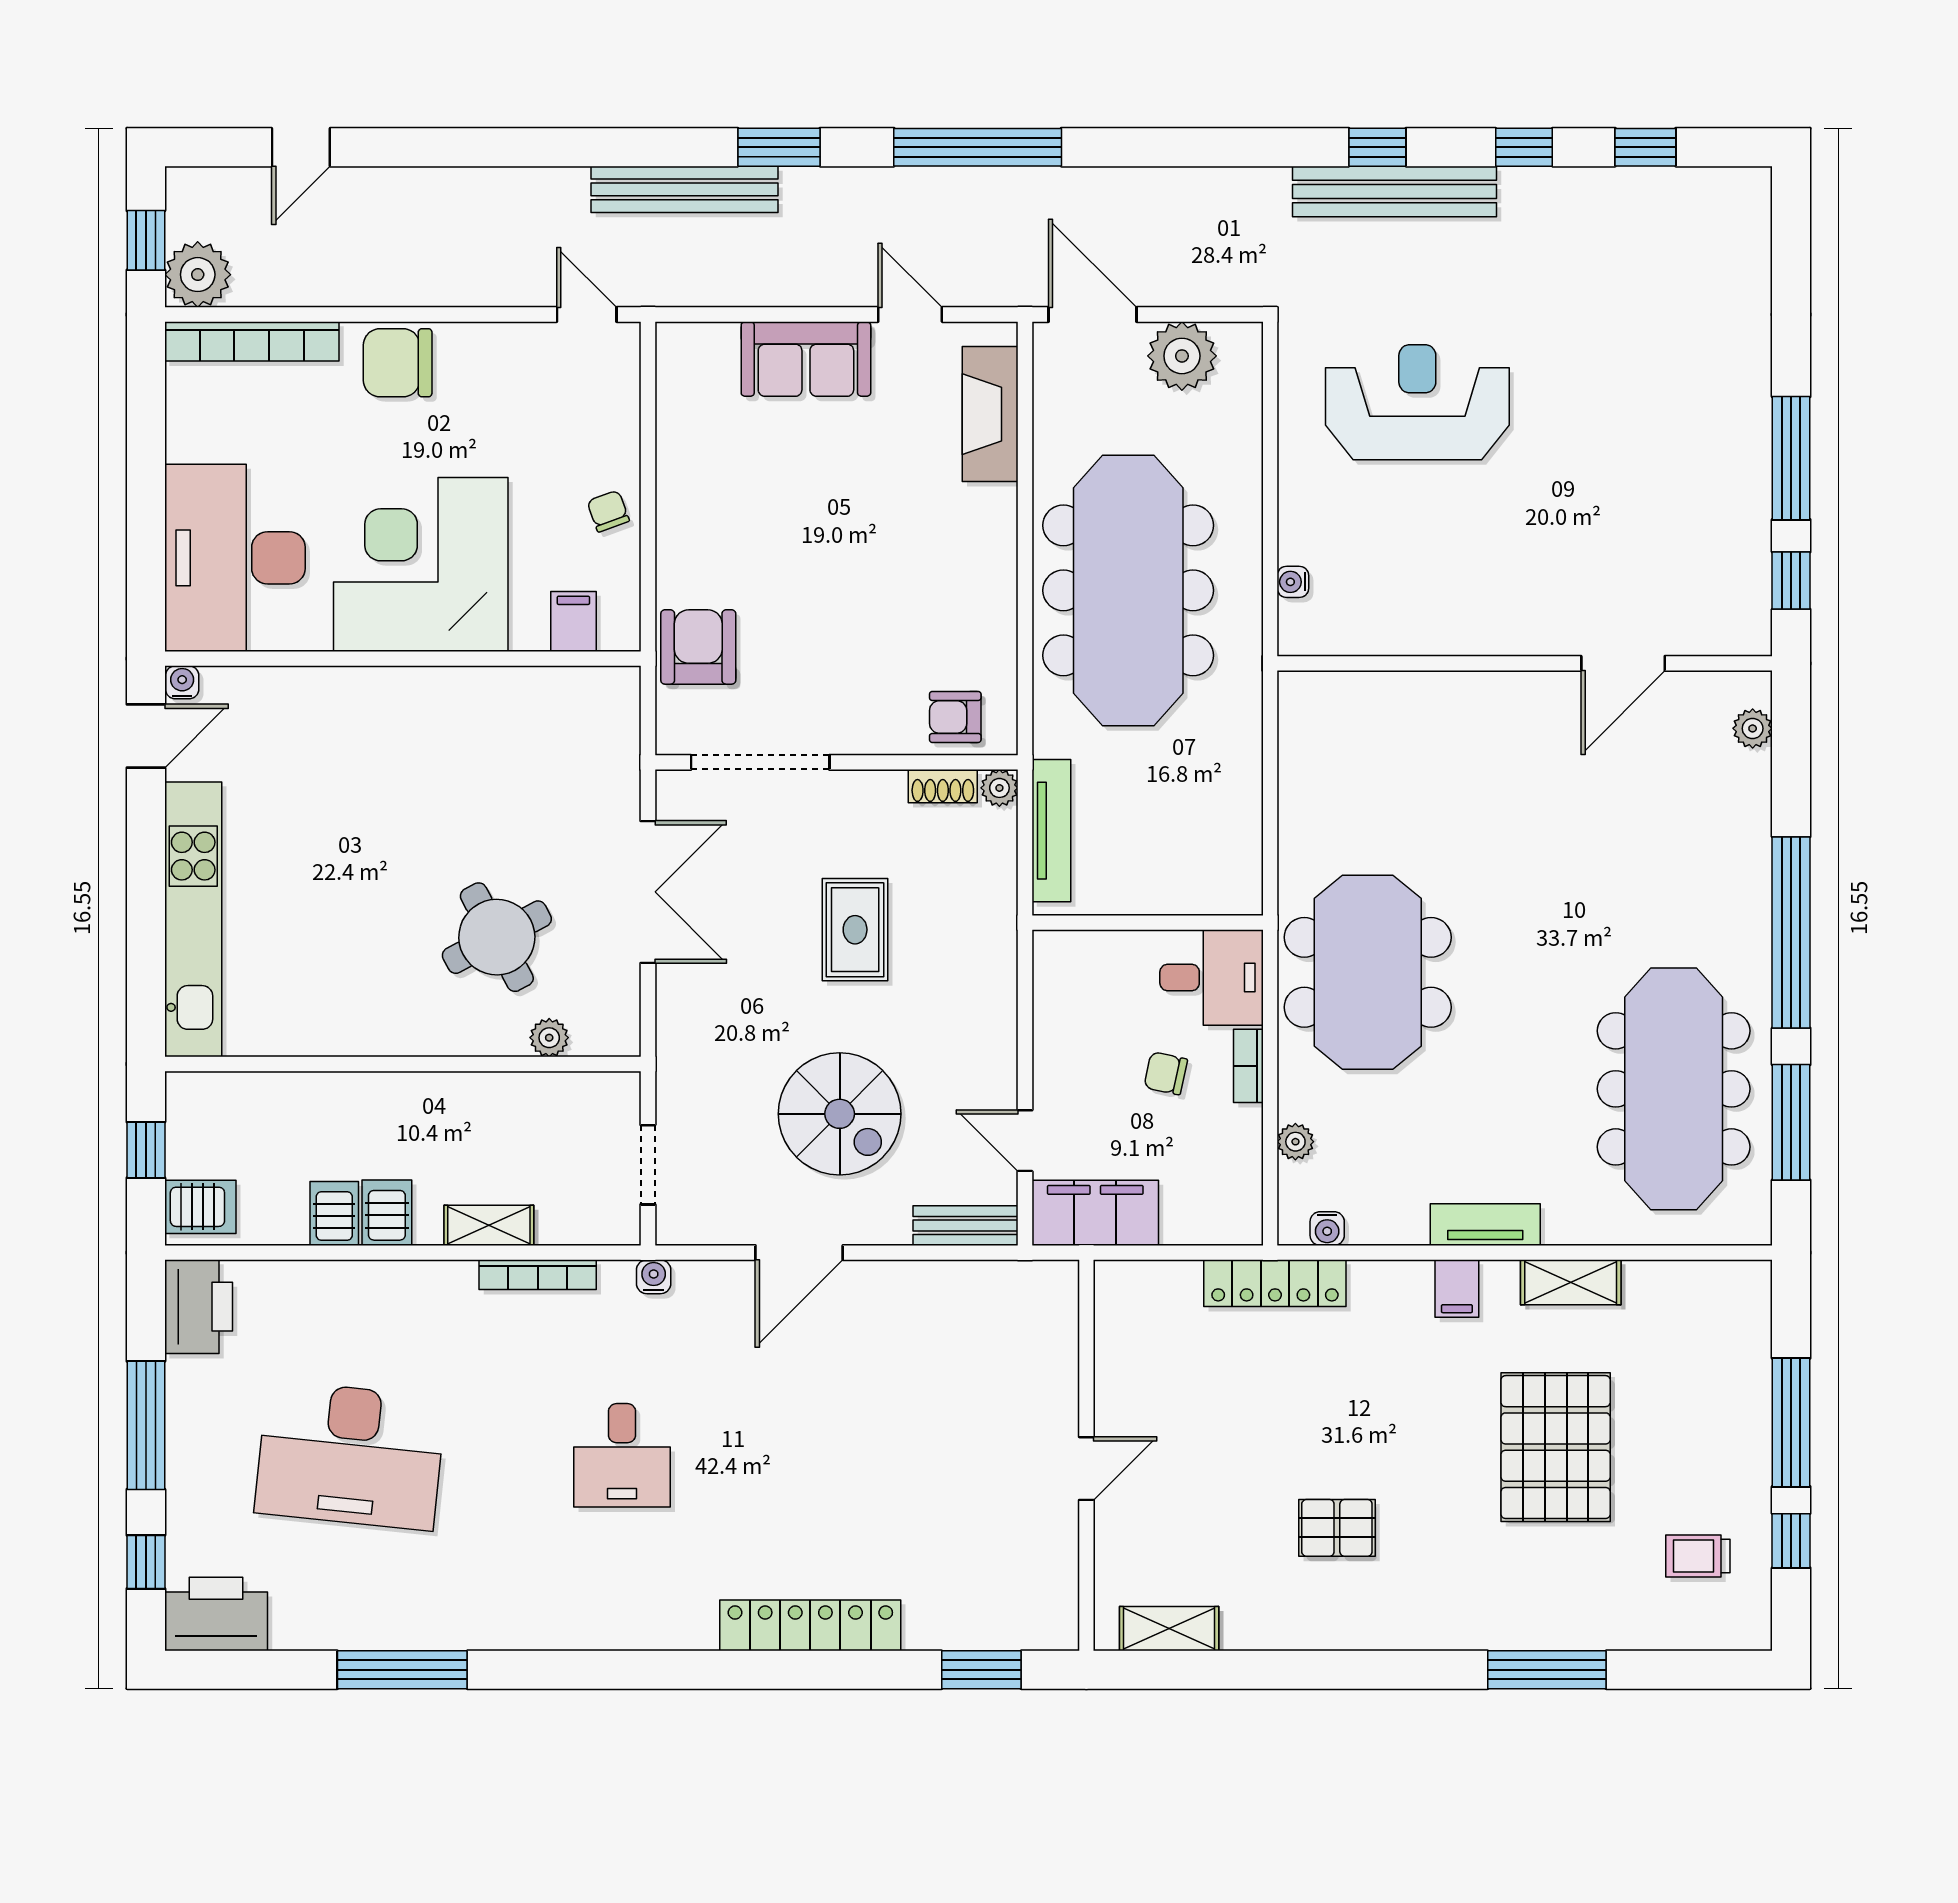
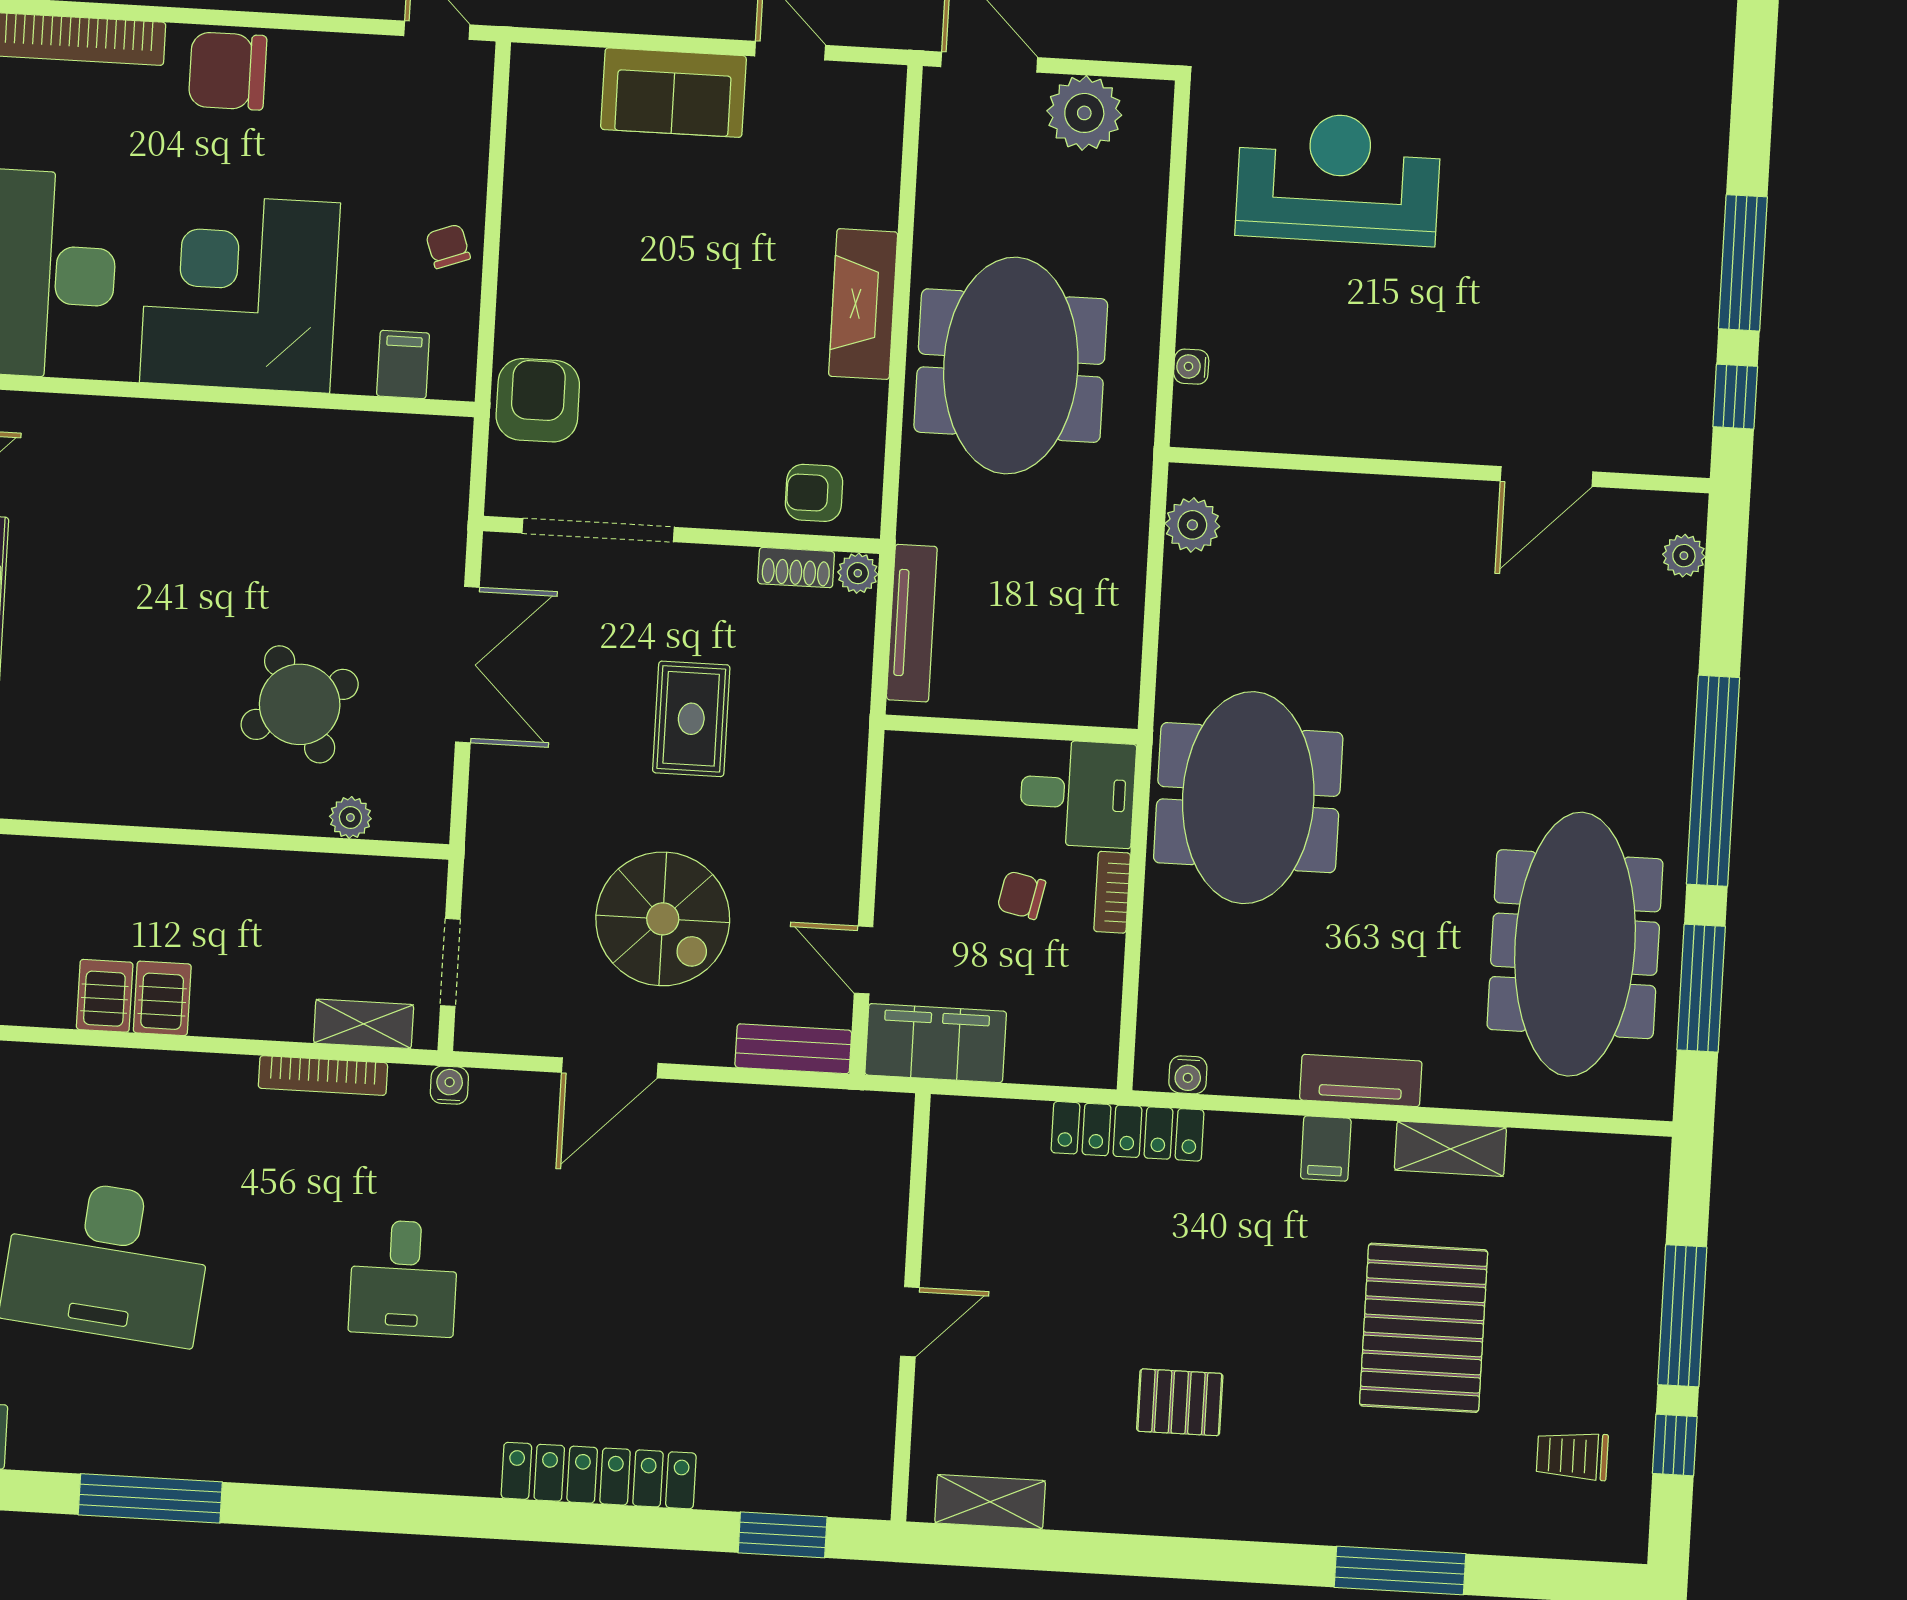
fireplace: (990, 414) -> (863, 304), moved
meeting table: (1128, 590) -> (1011, 366), width x0.73
plant: (1295, 1142) -> (1192, 525), moved, width x1.38, depth x1.38
shelving: (489, 1225) -> (364, 1024), moved

